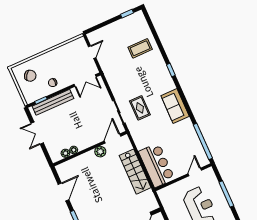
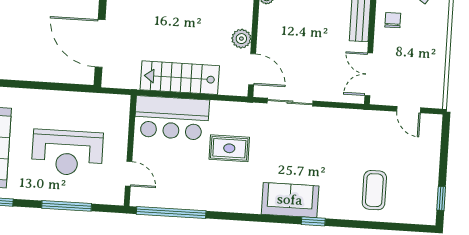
sofa: (175, 106) -> (290, 200), moved
rug: (140, 108) -> (229, 148), moved

